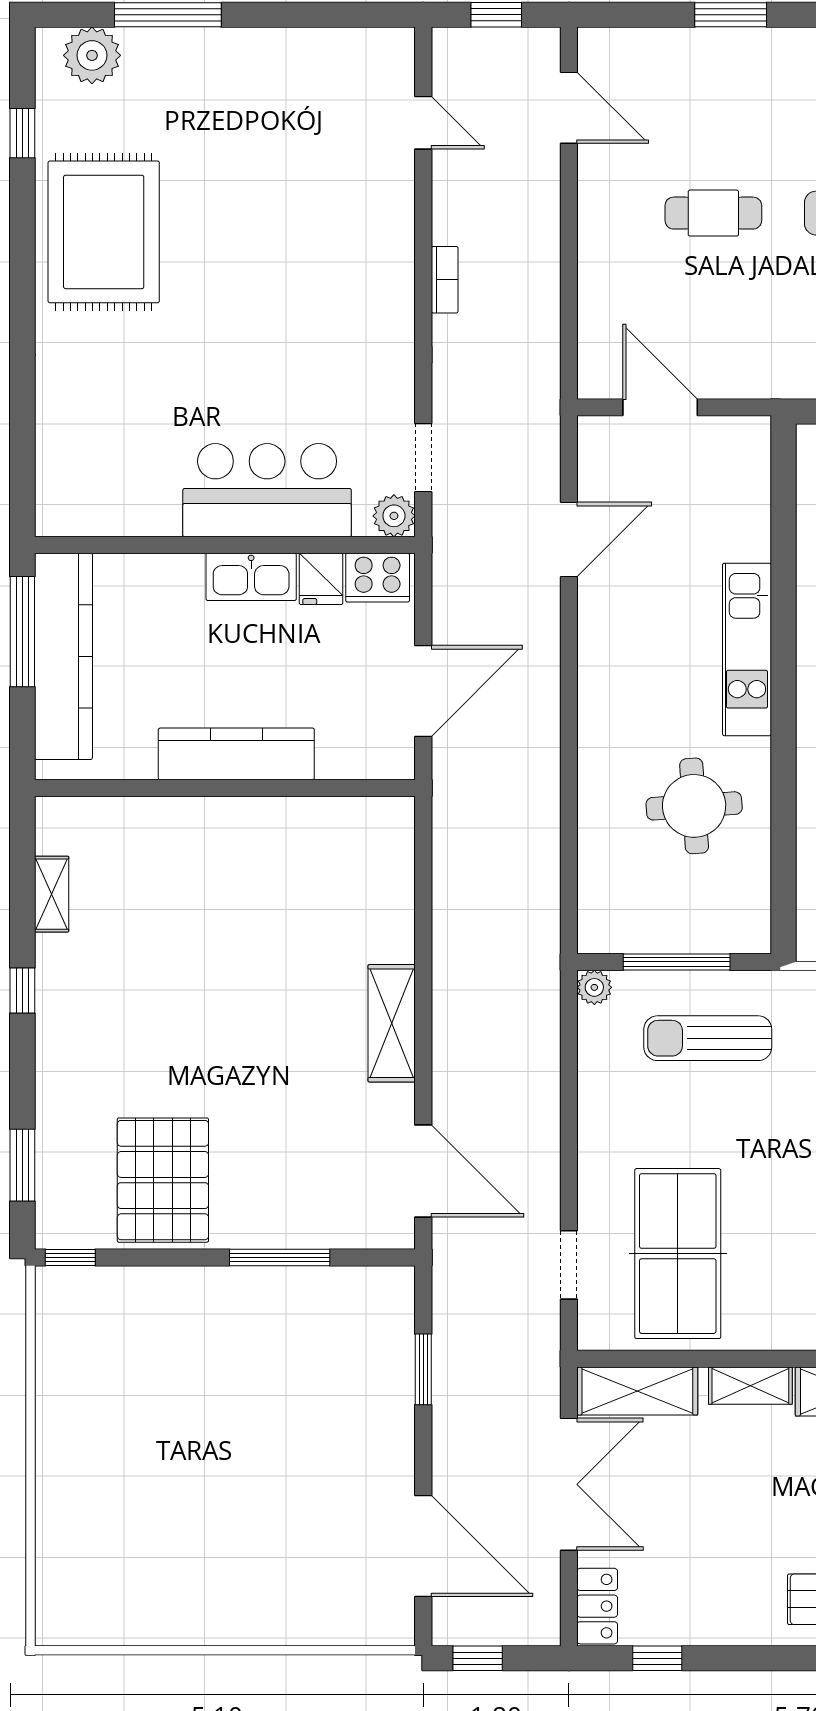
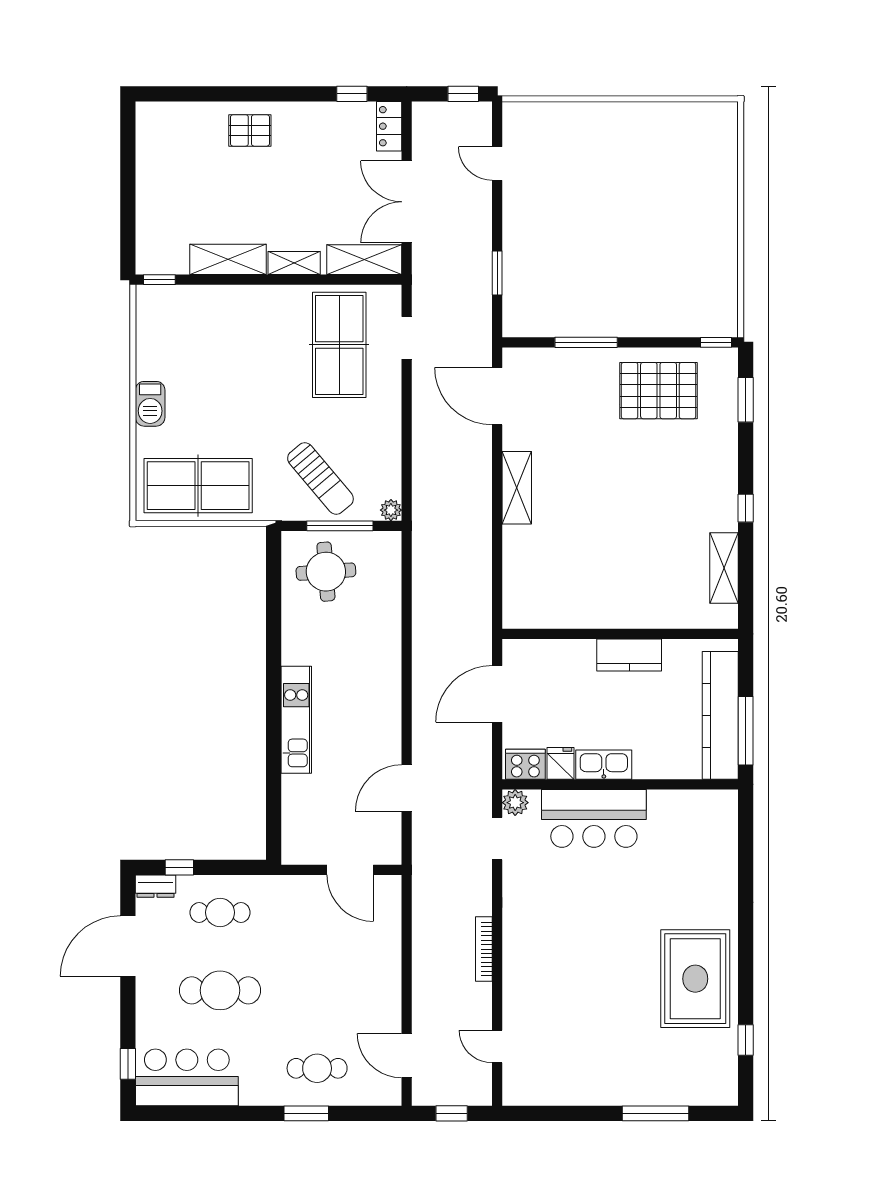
plant: (92, 55) -> (703, 1088), removed
cafe table: (713, 213) -> (317, 1068), moved
bookcase: (445, 280) -> (484, 949), width x1.56
kitchen counter: (236, 754) -> (629, 655), width x0.67
round table: (694, 806) -> (326, 572), moved
shelving: (52, 894) -> (724, 568), width x1.50, depth x1.33
sun lounger: (708, 1038) -> (320, 479), turned 50
pallet: (163, 1180) -> (659, 391), turned 90
door: (423, 1546) -> (497, 163), width x0.53

